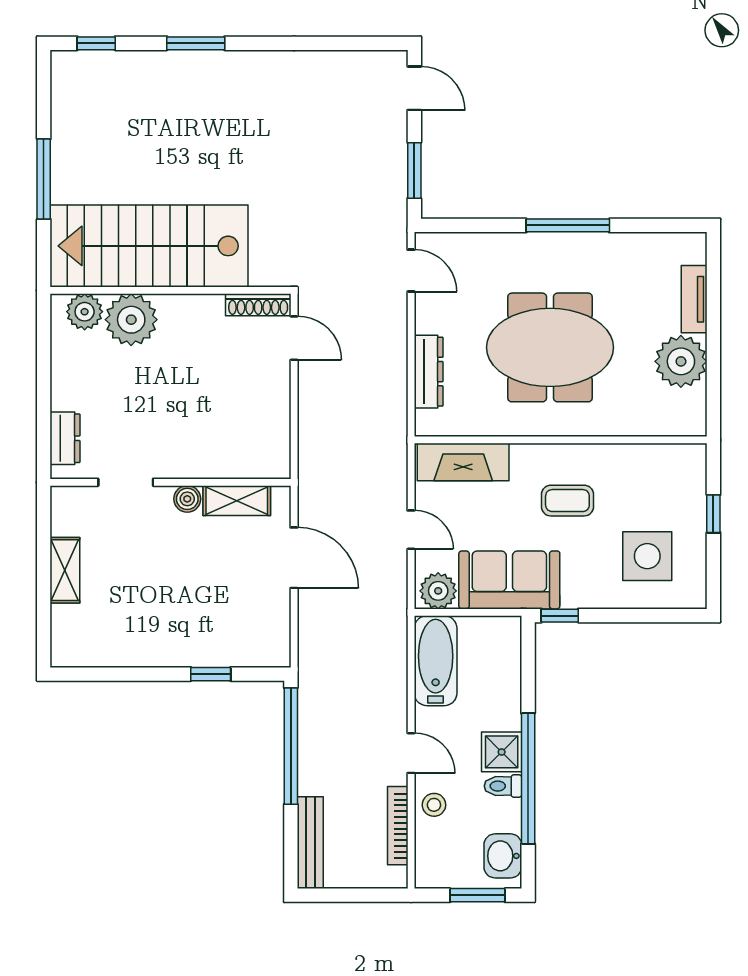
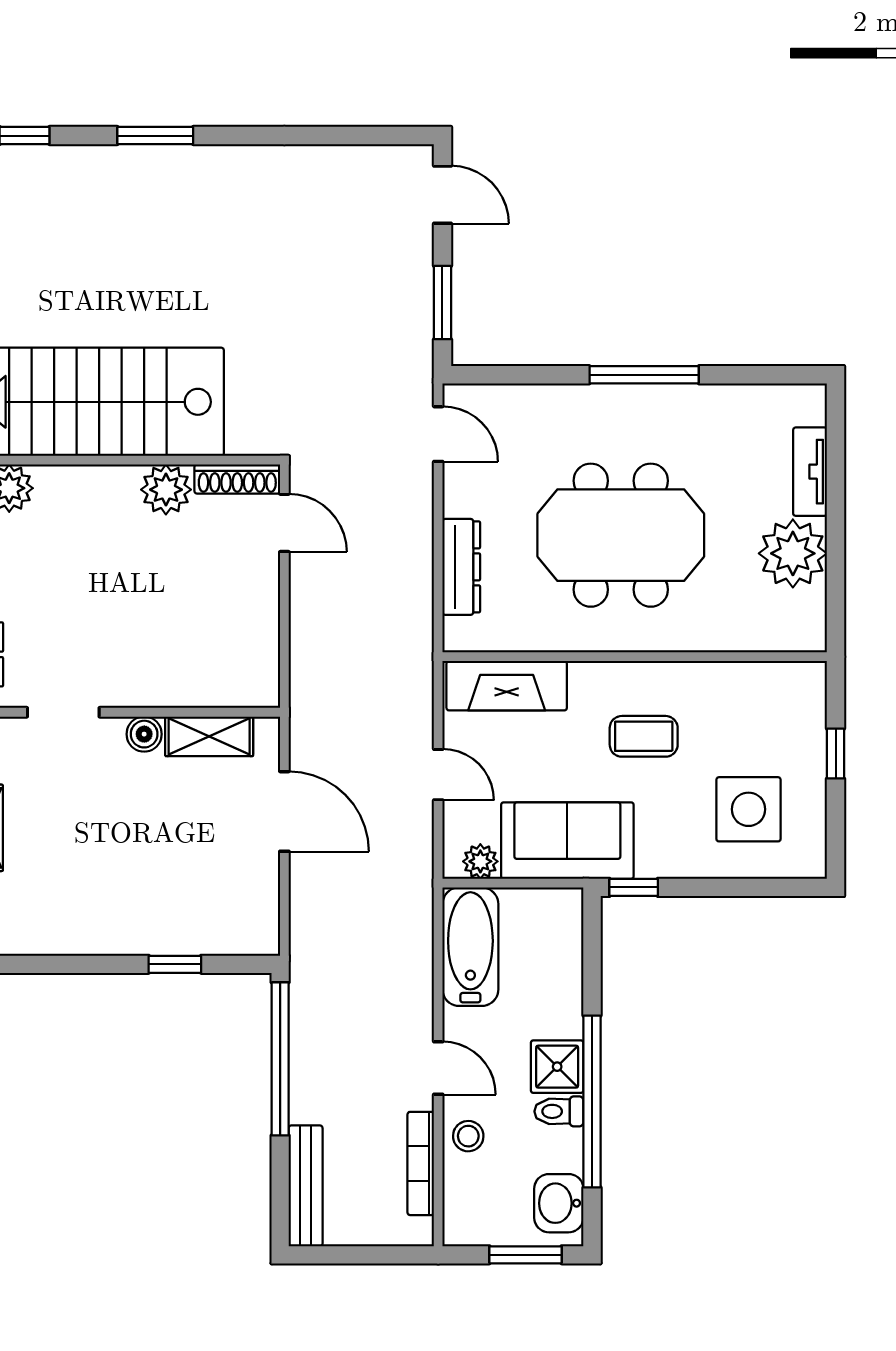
plant: (131, 320) -> (166, 490), moved, width x0.73, depth x0.73
plant: (438, 591) -> (480, 861), width x0.73, depth x0.73

